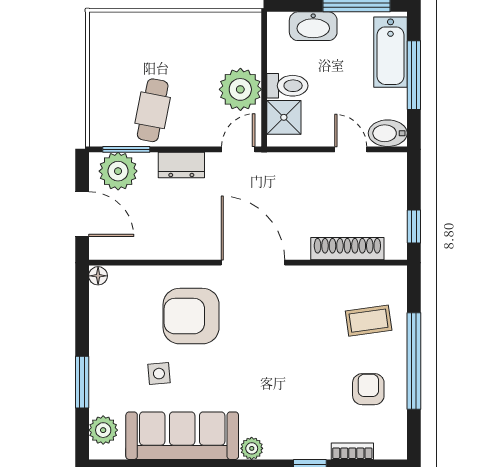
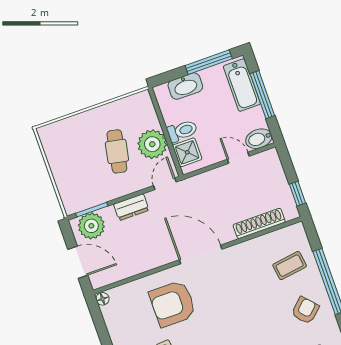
cafe table: (153, 110) -> (117, 151), moved
armchair: (368, 389) -> (305, 310), turned 47

